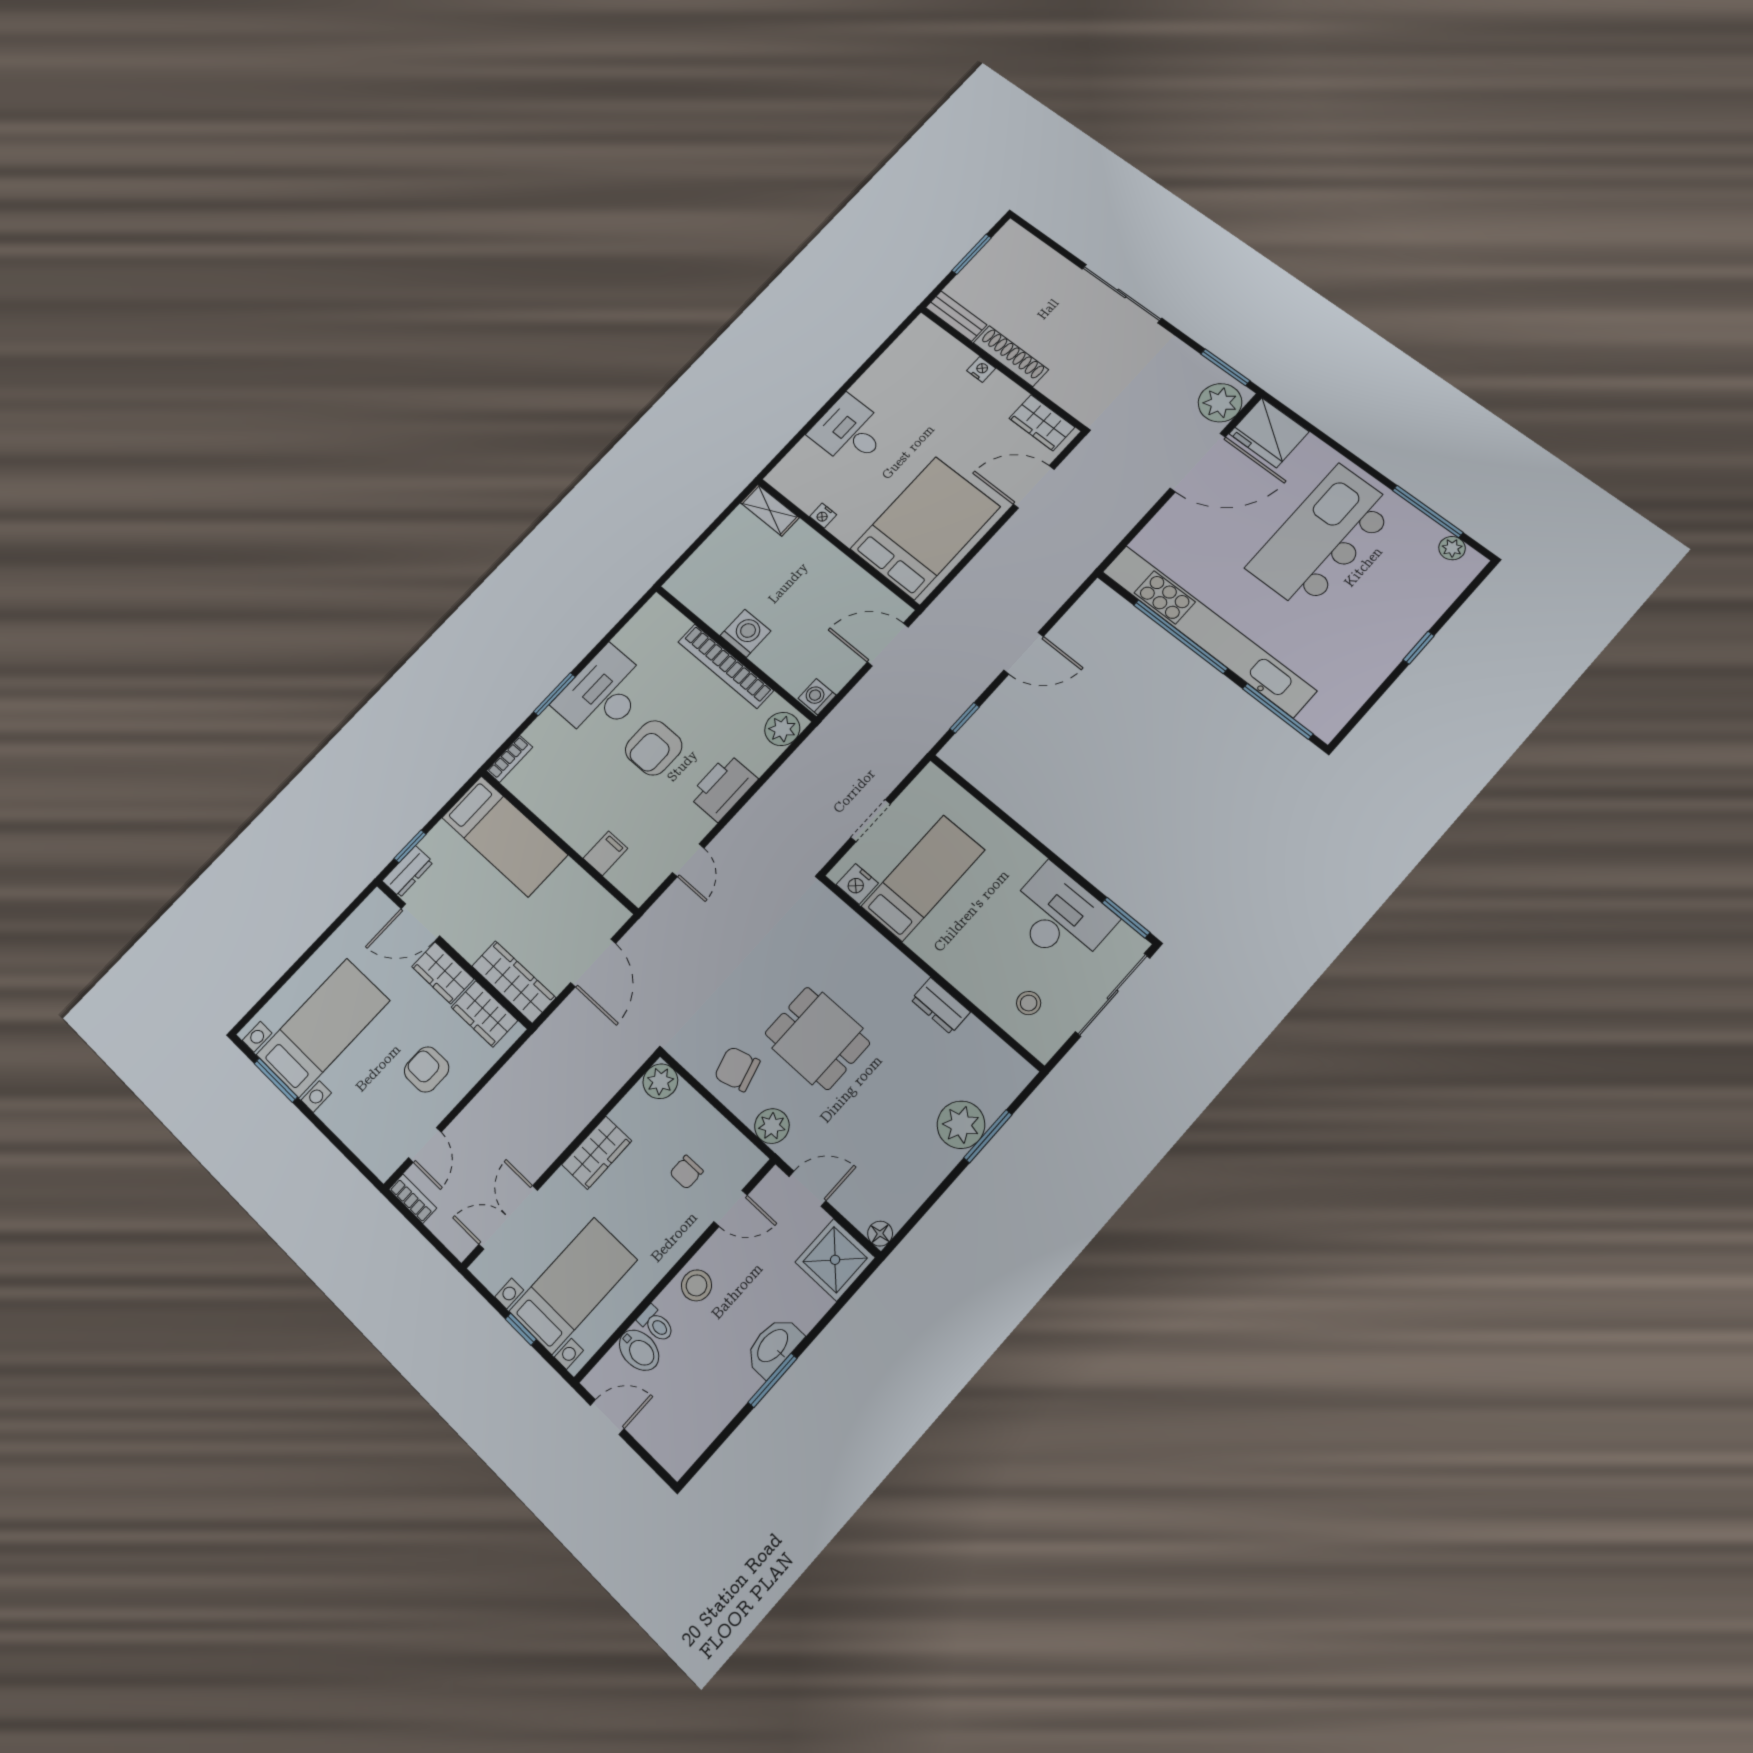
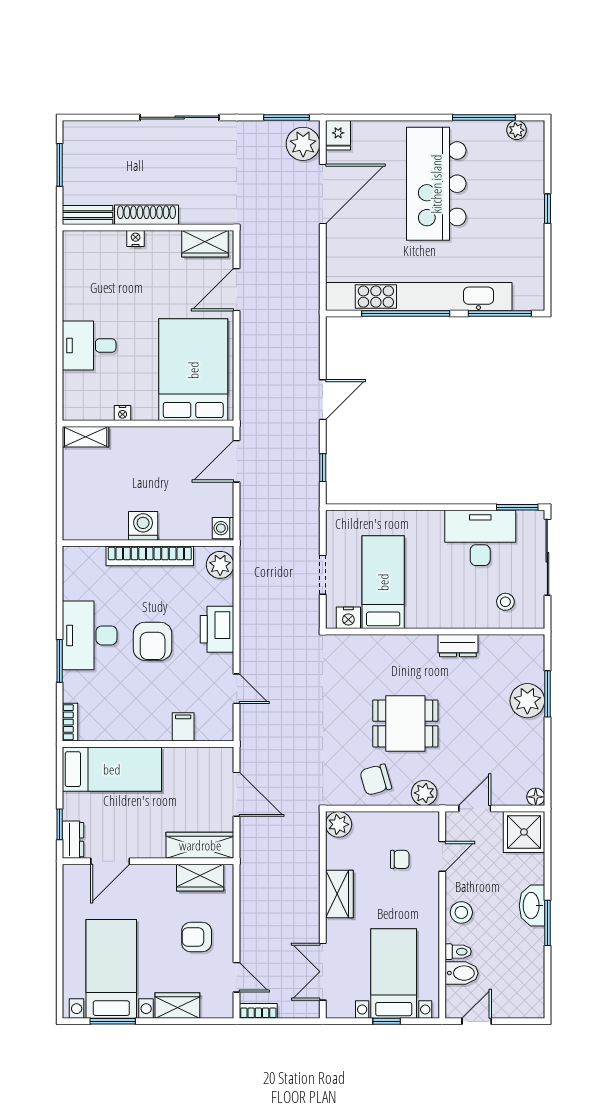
fridge: (1269, 433) -> (338, 135), width x0.53, depth x0.75
wardrobe: (443, 973) -> (177, 1006), moved, turned 180
chair: (686, 1172) -> (400, 859), turned -90

